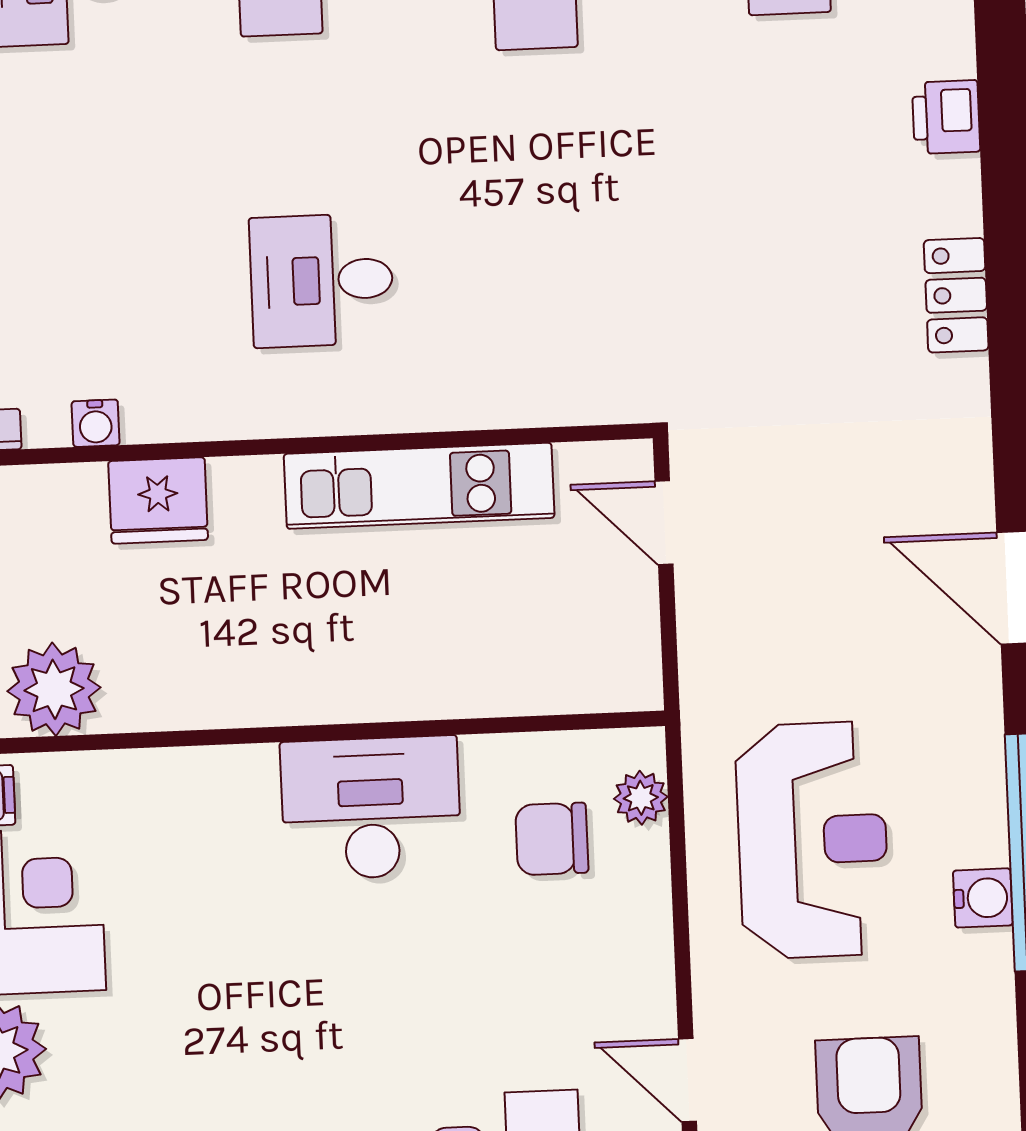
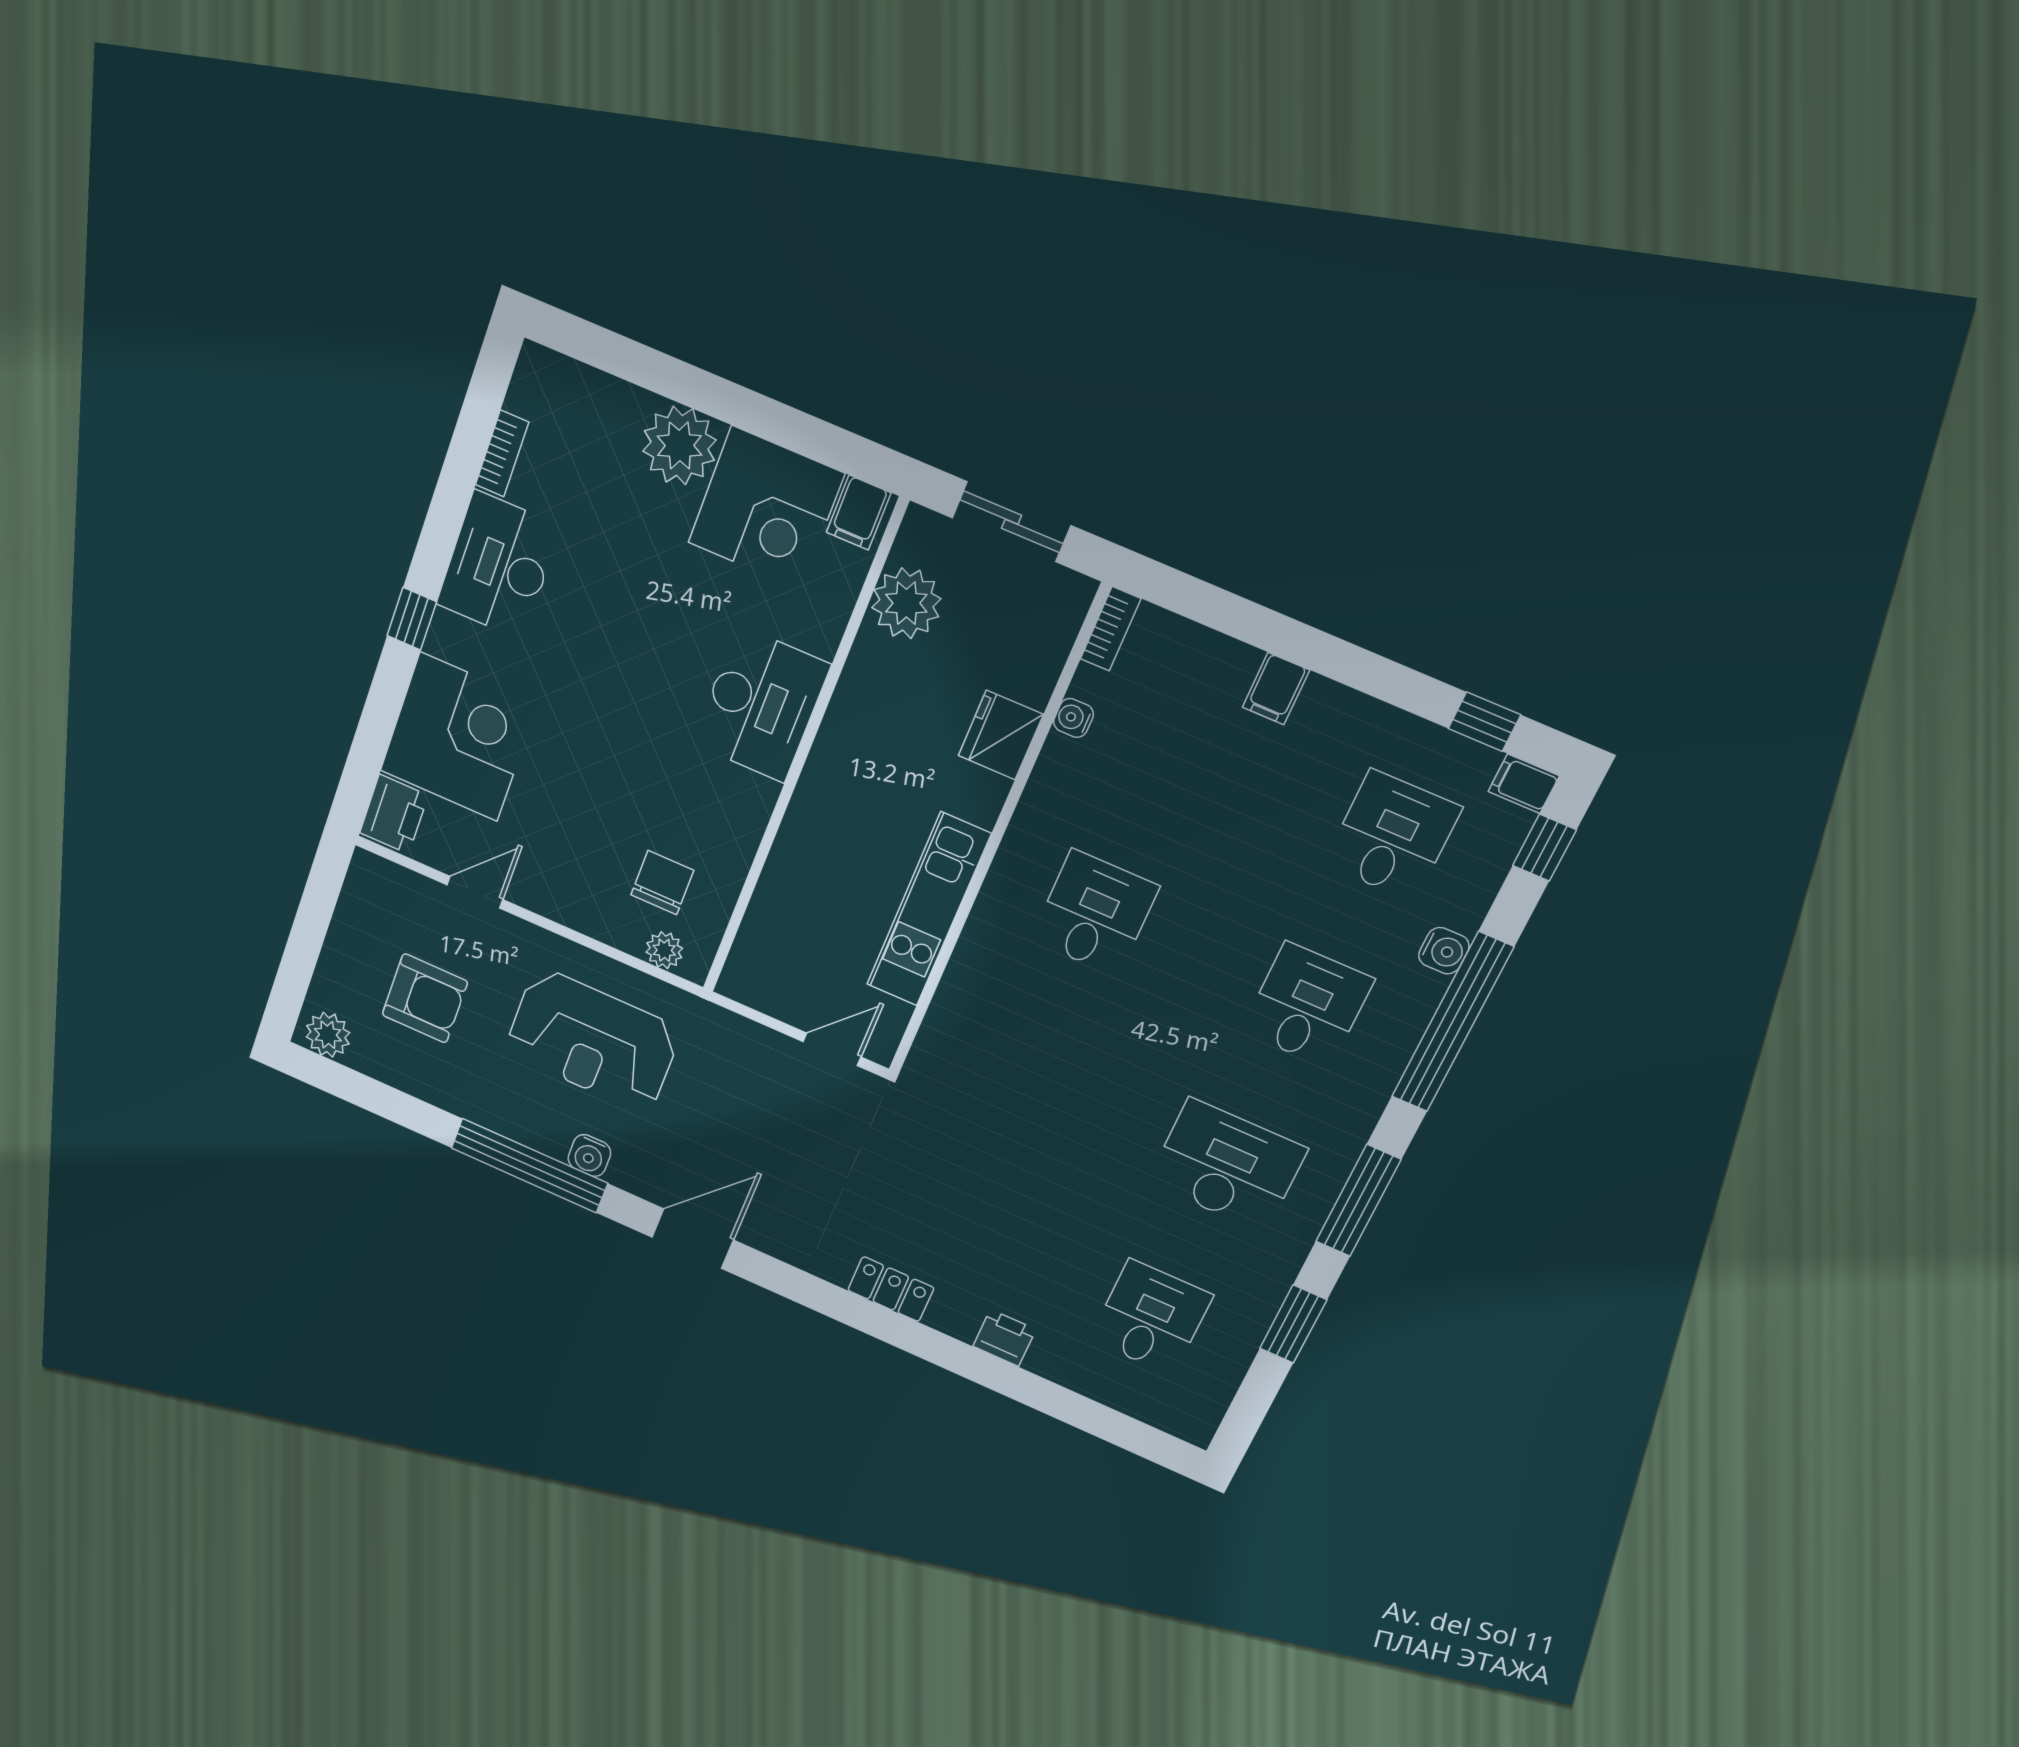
desk: (371, 808) -> (761, 704), moved
water cooler: (983, 898) -> (589, 1156), moved

